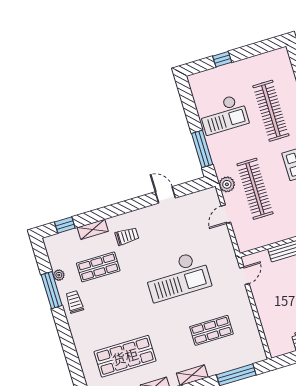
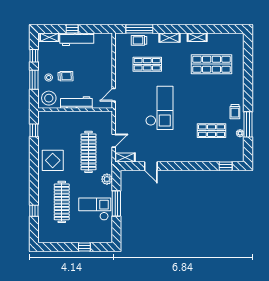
window: (202, 149) -> (116, 203), moved
plant: (227, 184) -> (107, 179), moved
shelving: (93, 229) -> (125, 157), moved
trolley: (127, 236) -> (139, 40), moved
checkout: (177, 276) -> (159, 108), turned 90

